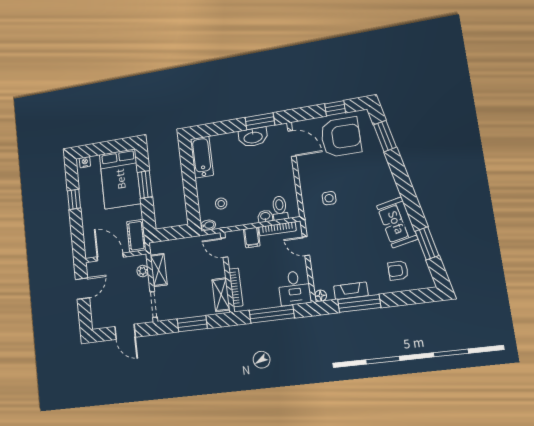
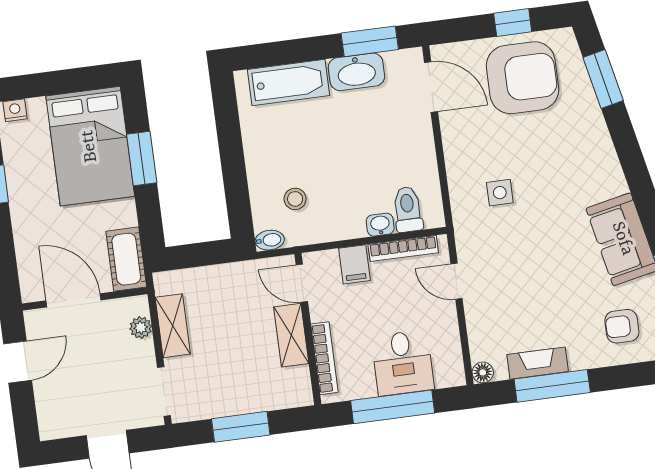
bathtub: (202, 157) -> (289, 82), moved, turned 90
desk: (294, 288) -> (403, 363), moved
shelving: (221, 295) -> (291, 335), moved

